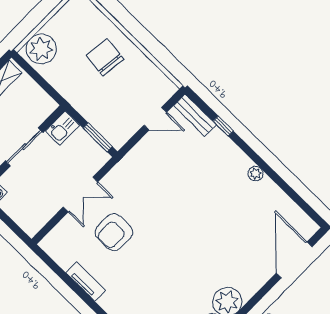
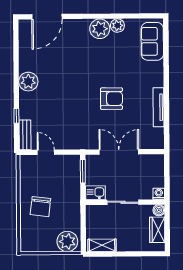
plant: (256, 174) -> (28, 82), width x1.88, depth x1.88
double door: (80, 195) -> (119, 152), width x1.37
armchair: (114, 232) -> (111, 99), moved
tv unit: (86, 281) -> (158, 107), width x1.41

